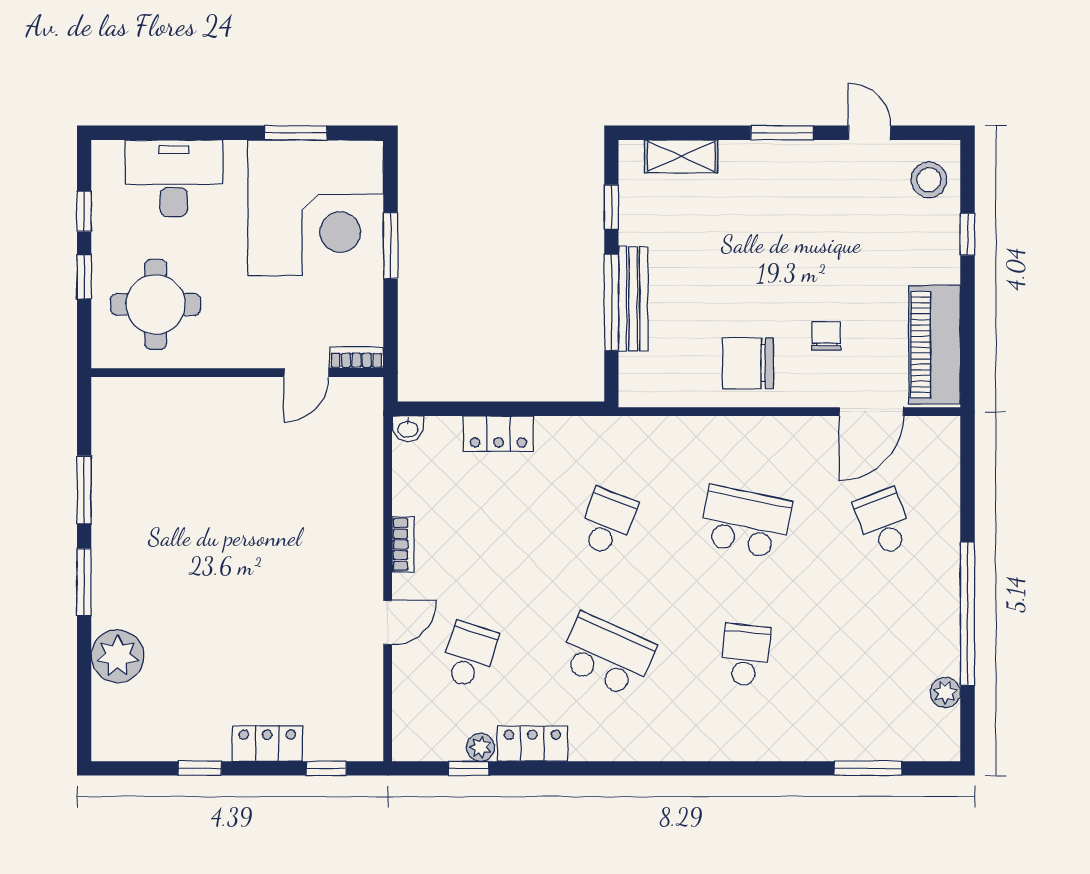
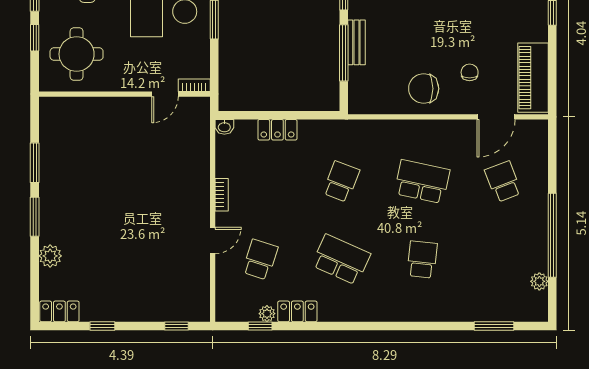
bench: (633, 299) -> (356, 42), width x0.73
plant: (118, 656) -> (50, 256), width x0.73, depth x0.73
locker: (267, 744) -> (59, 311), moved

